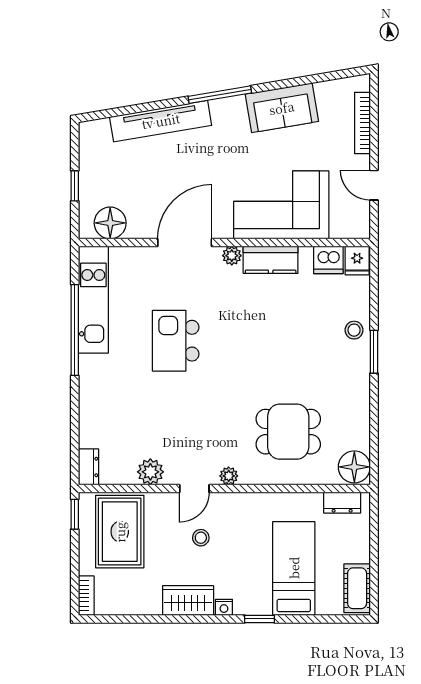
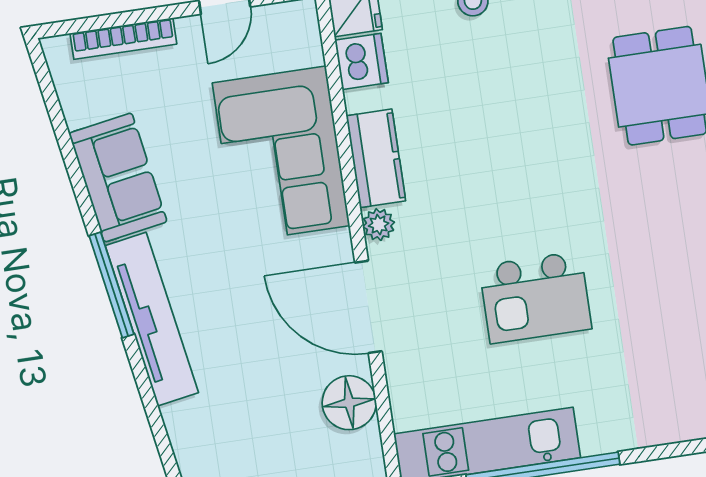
tv unit: (161, 121) -> (152, 319), moved
floor lamp: (110, 223) -> (349, 403), moved

